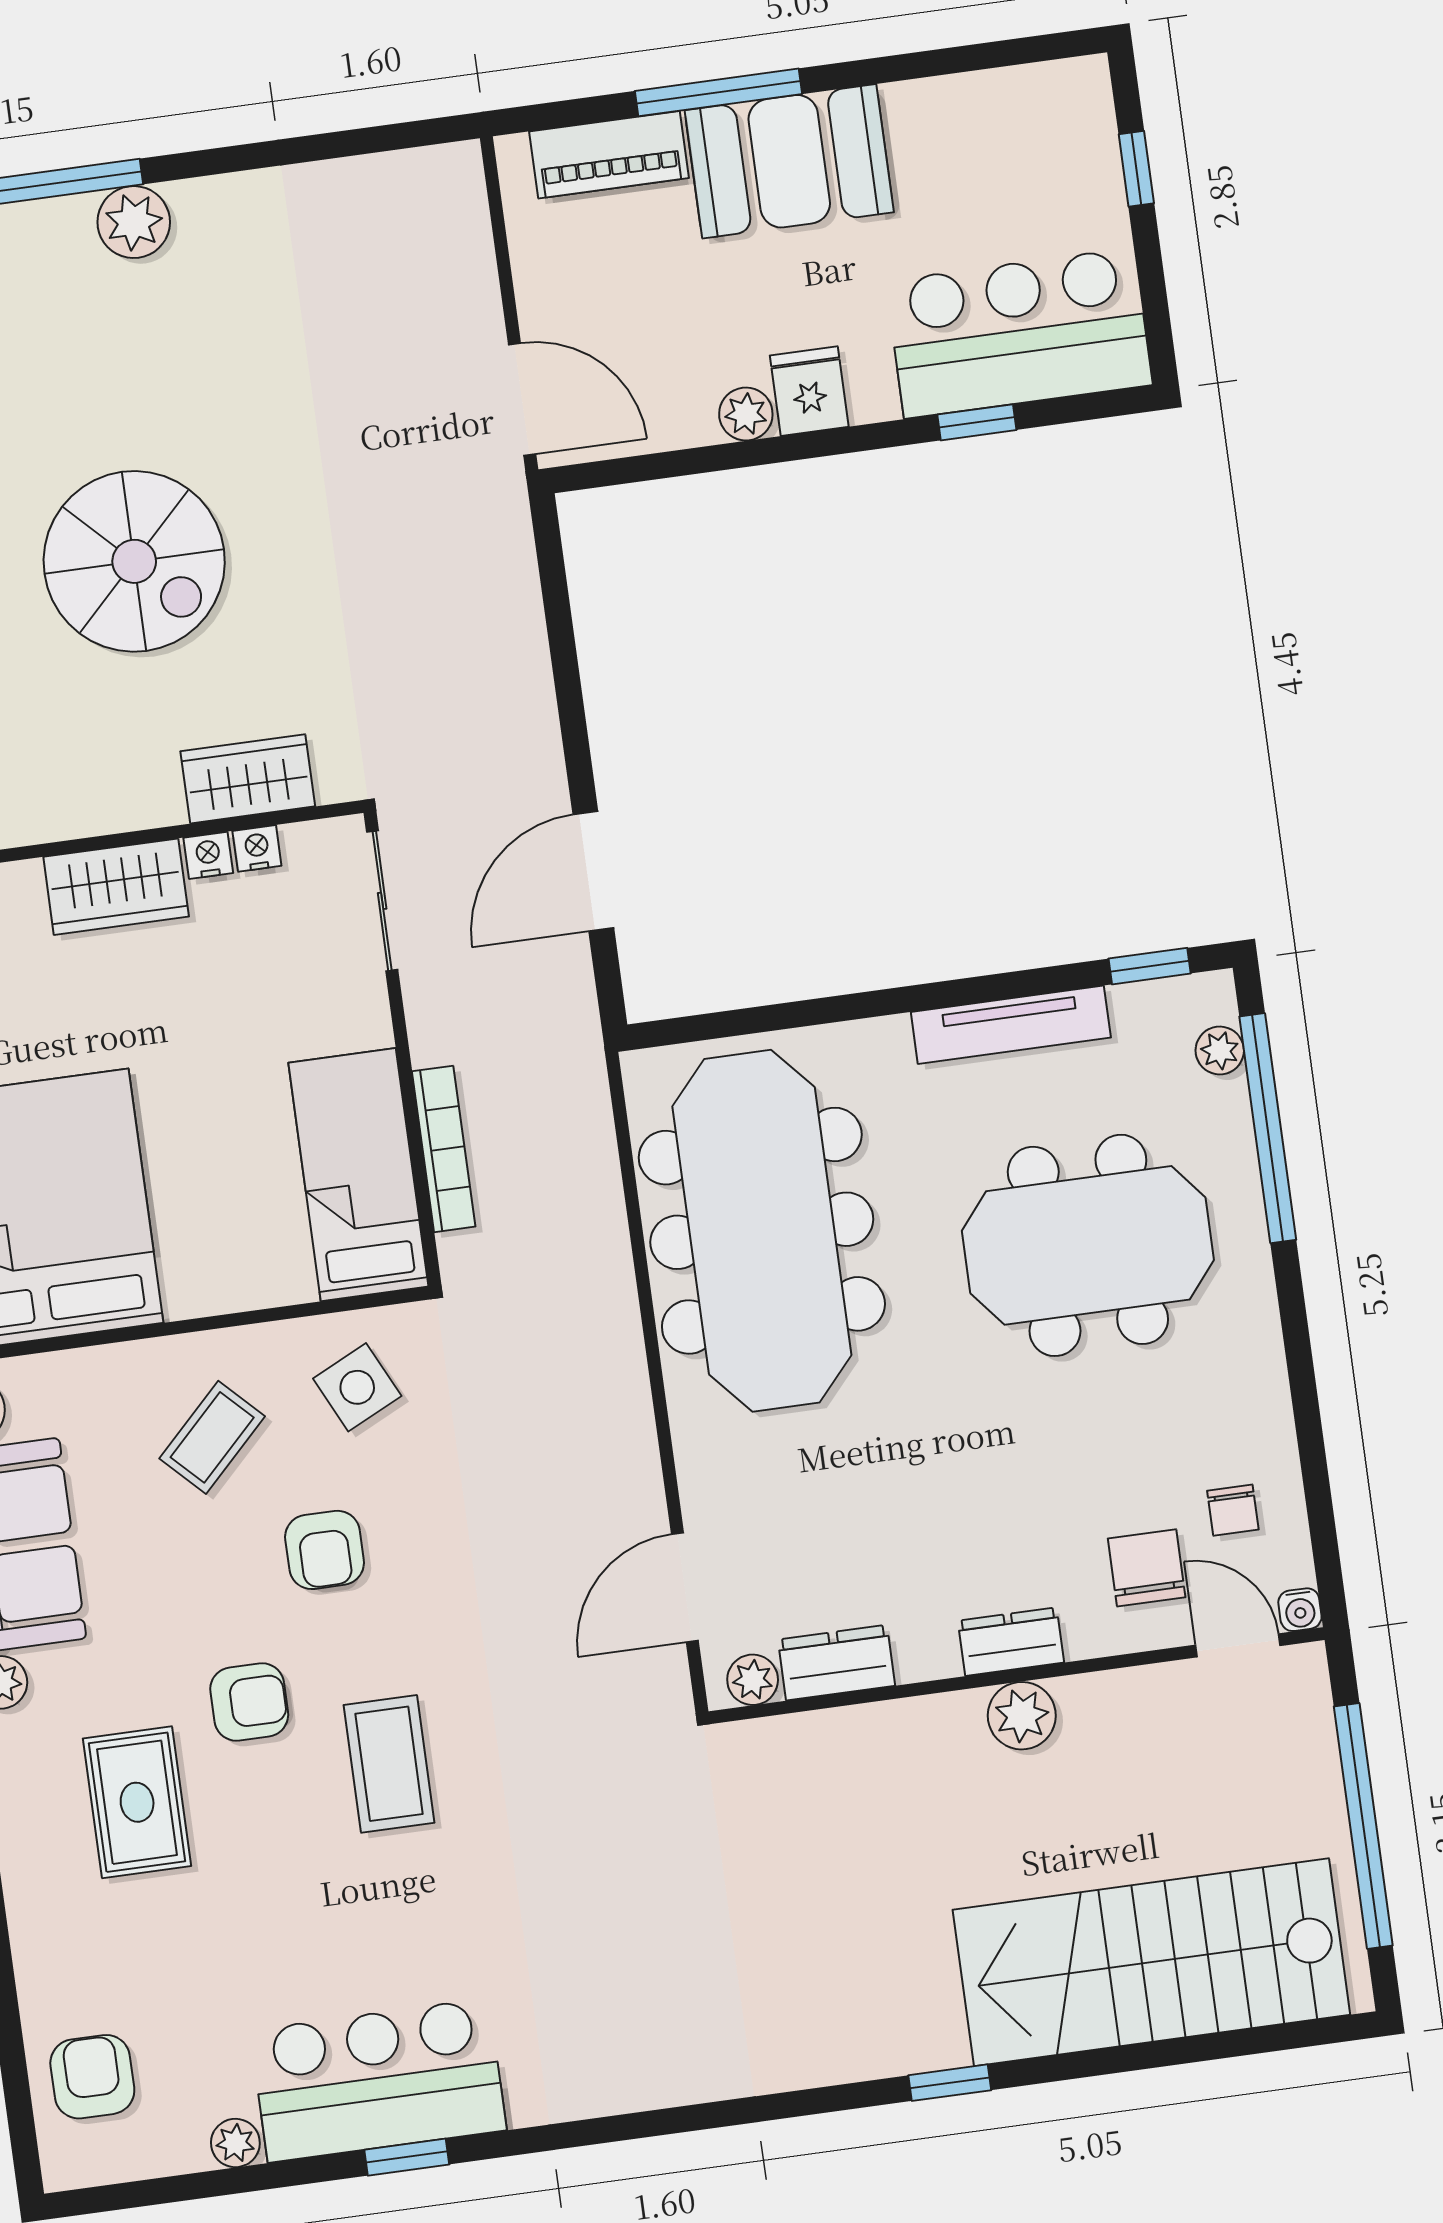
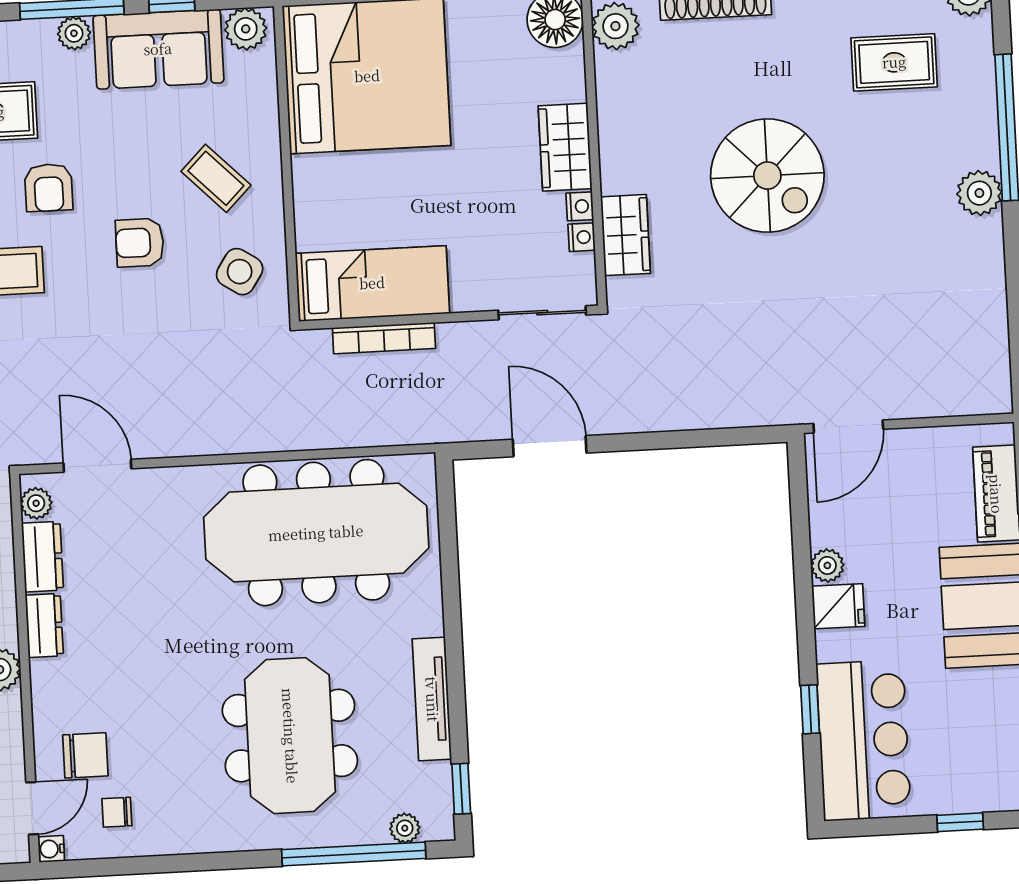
spiral stairs: (134, 561) -> (767, 176), turned -90
side table: (357, 1387) -> (240, 272), turned -31
dresser: (1011, 1642) -> (44, 626), moved

